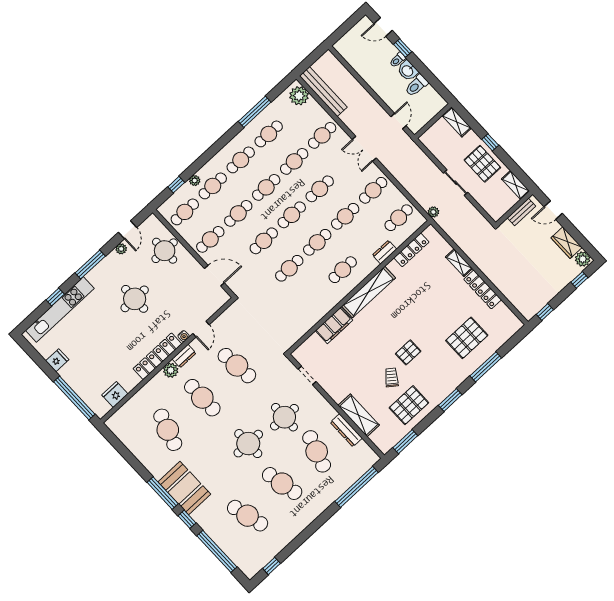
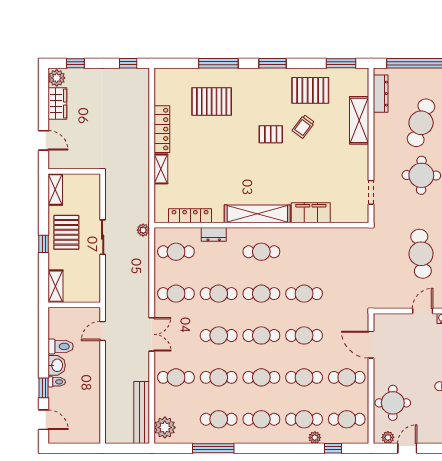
bench: (522, 212) -> (71, 163), removed
plant: (121, 249) -> (388, 437), moved
dresser: (346, 430) -> (381, 94), moved

